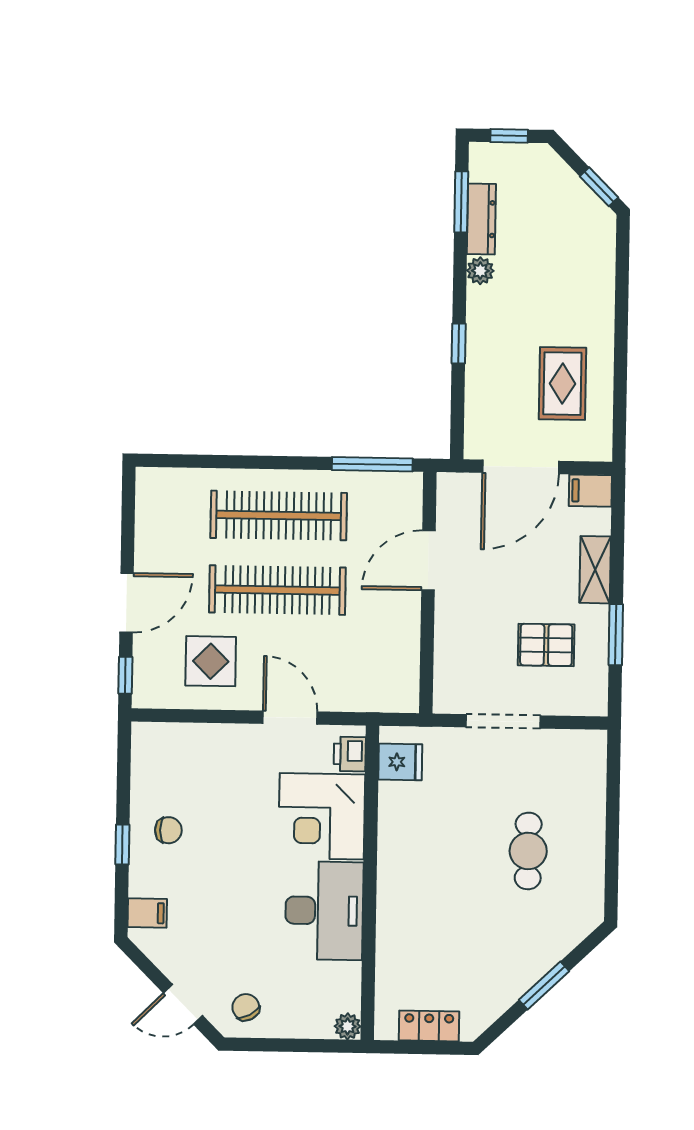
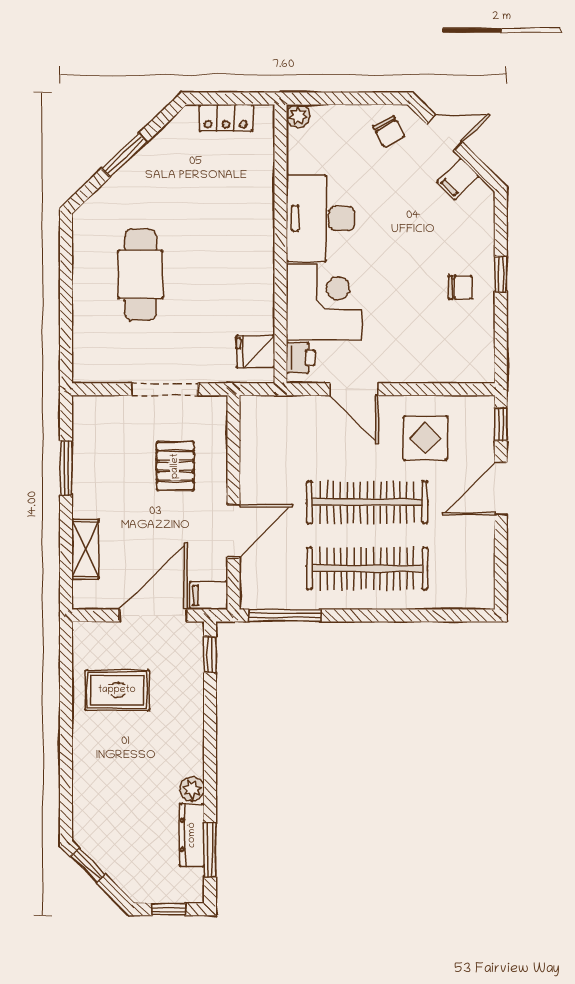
window: (459, 343) -> (210, 655), moved
rug: (562, 384) -> (117, 690), turned 90
filing cabinet: (590, 491) -> (209, 595), moved, turned 180
shelving: (595, 570) -> (85, 549), moved
pallet: (546, 645) -> (175, 466), moved, turned 90
chair: (168, 830) -> (460, 287), turned 180
cafe table: (528, 851) -> (140, 275), width x1.37, depth x1.35
filing cabinet: (147, 913) -> (458, 179), moved, turned -45

